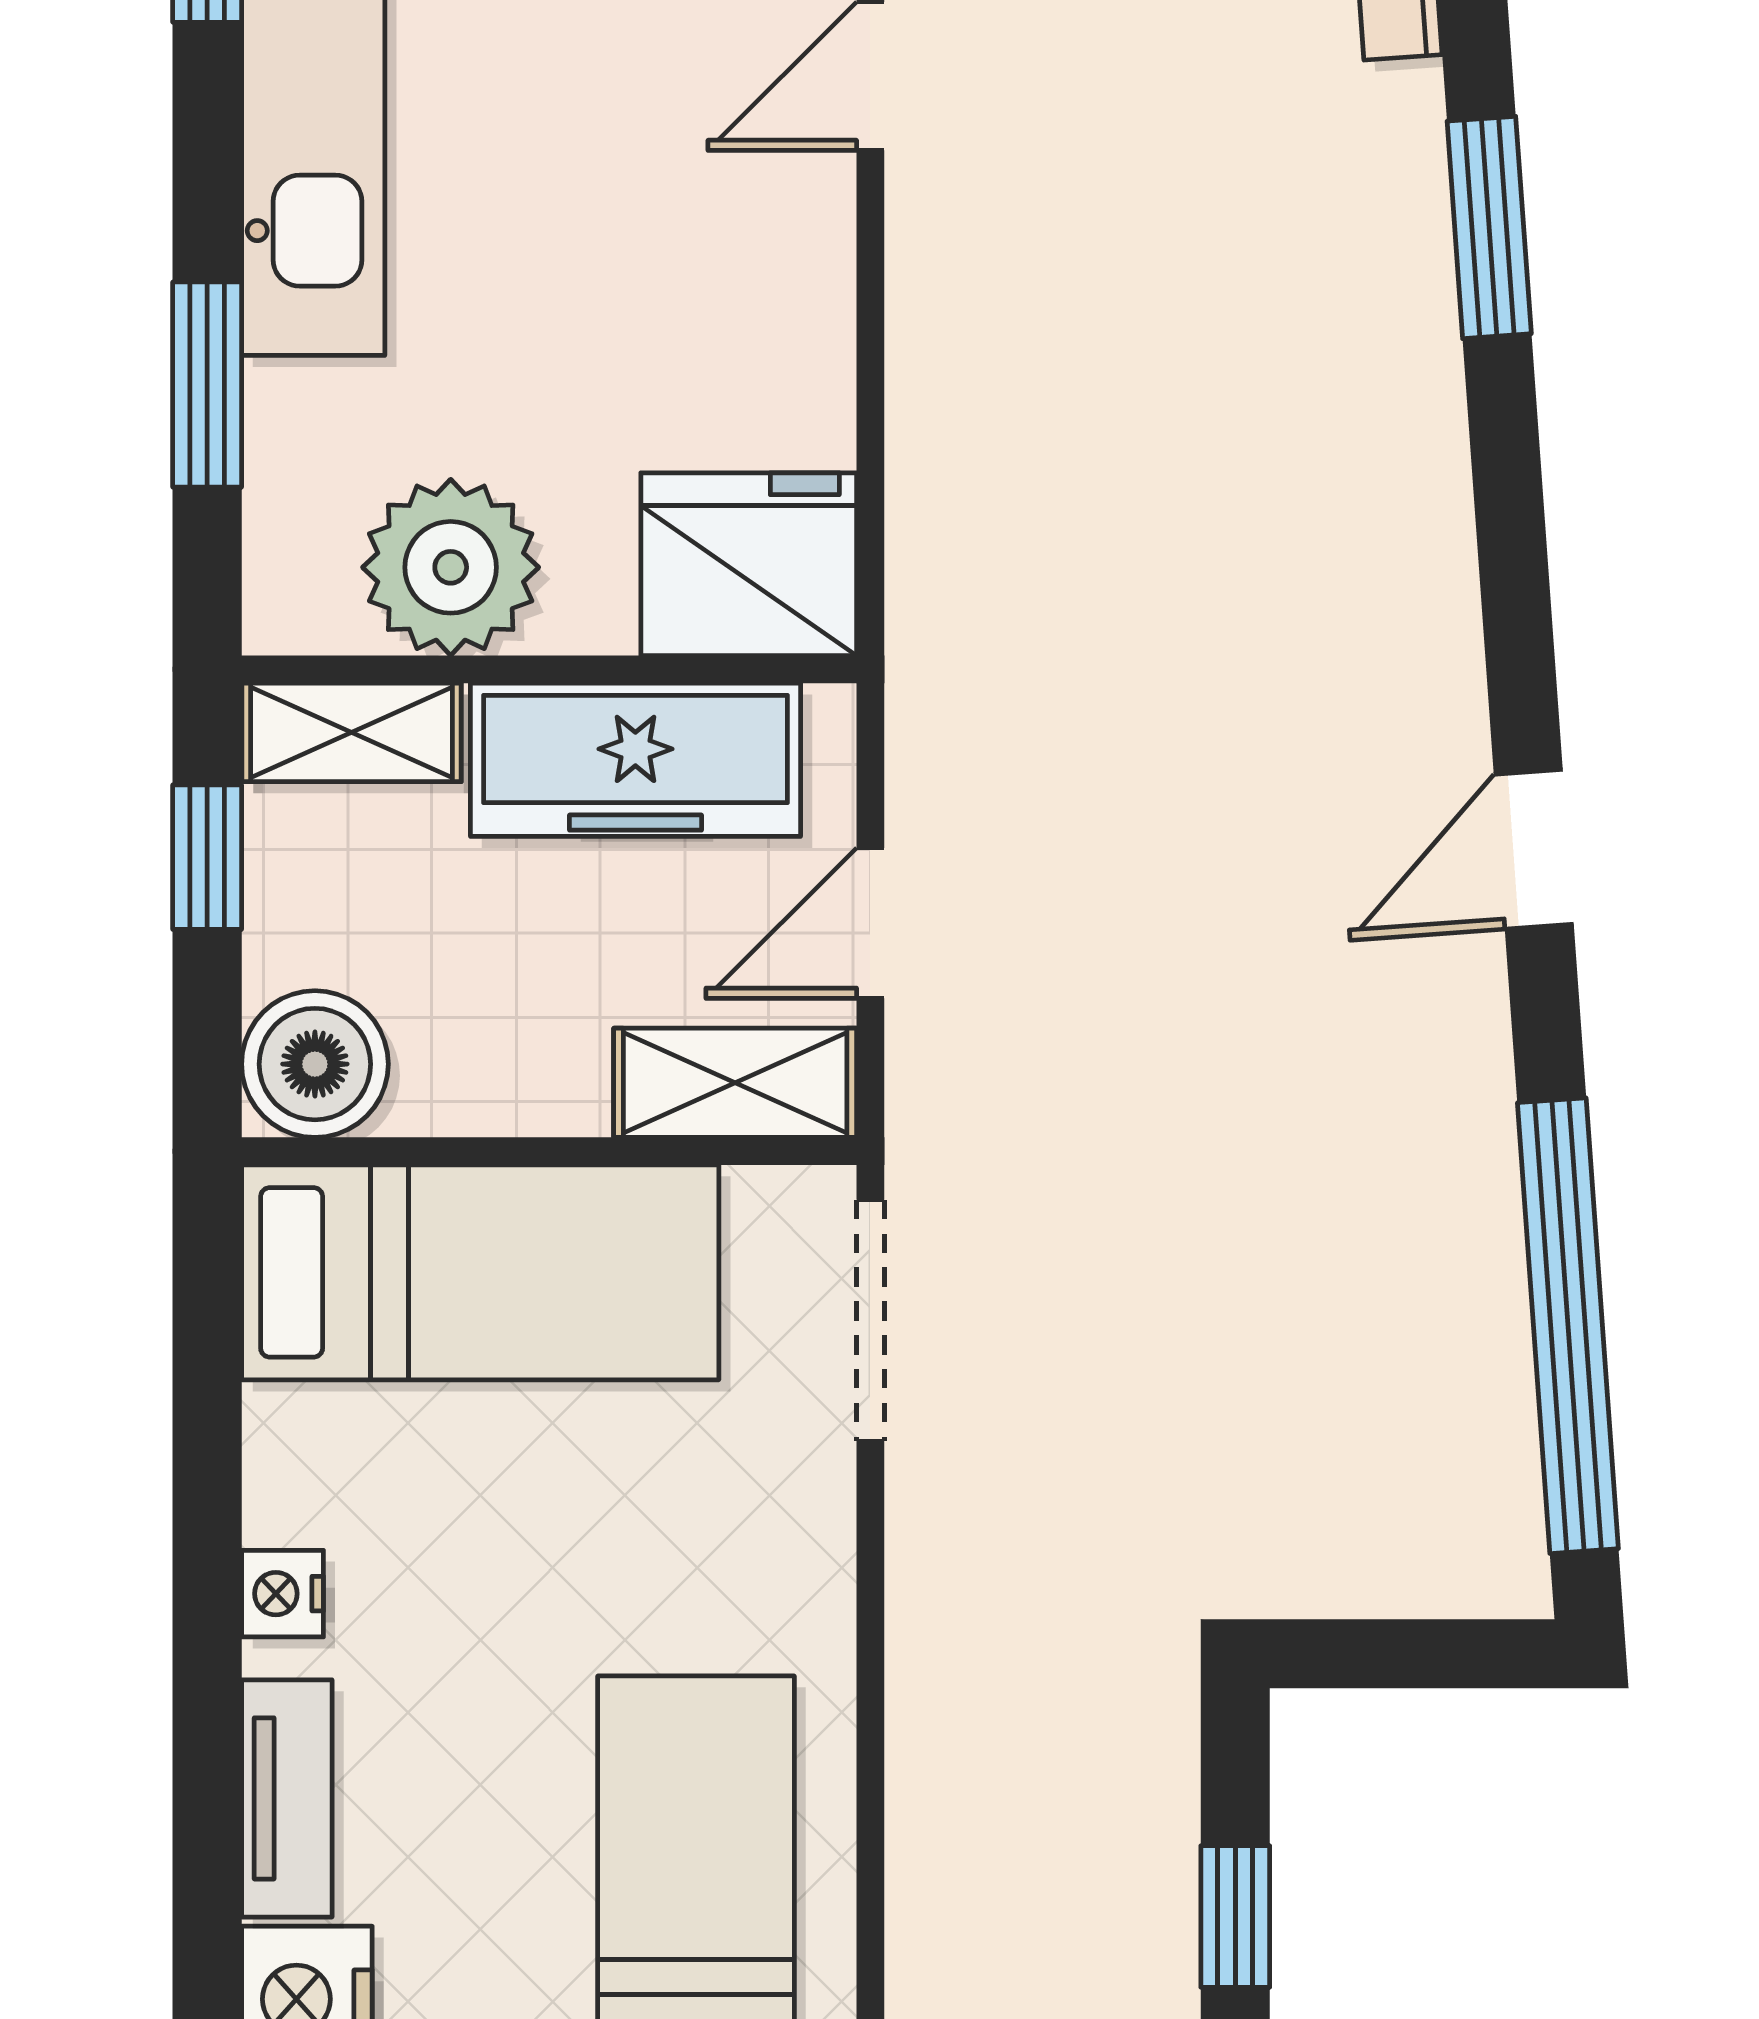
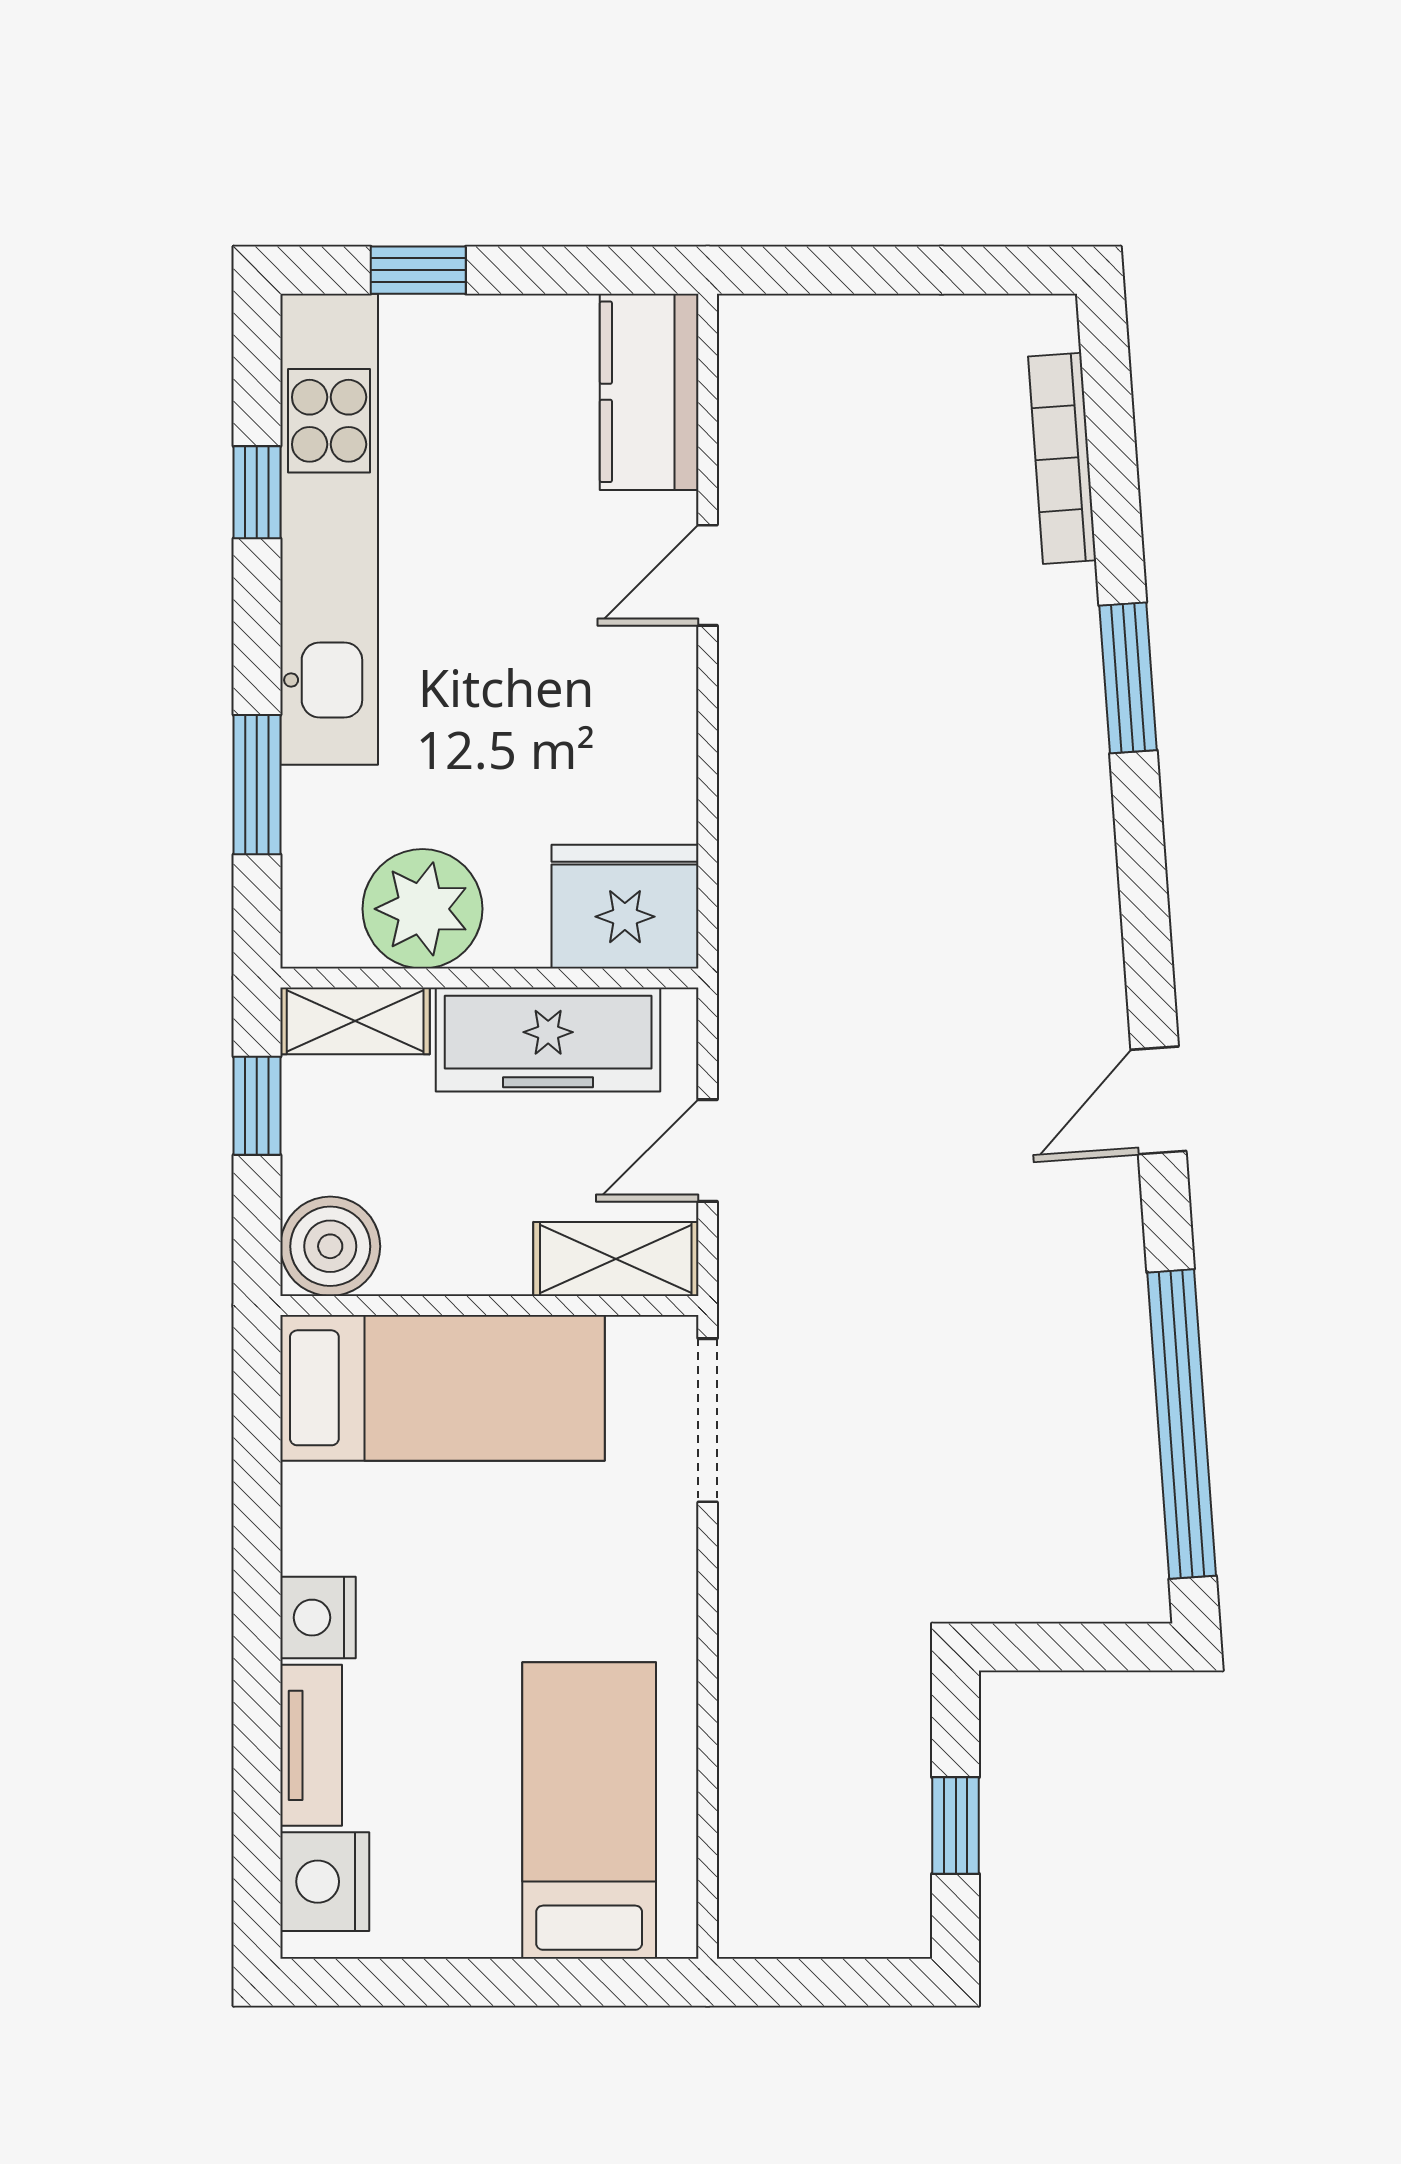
nightstand: (282, 1594) -> (318, 1618), width x1.39, depth x1.35

